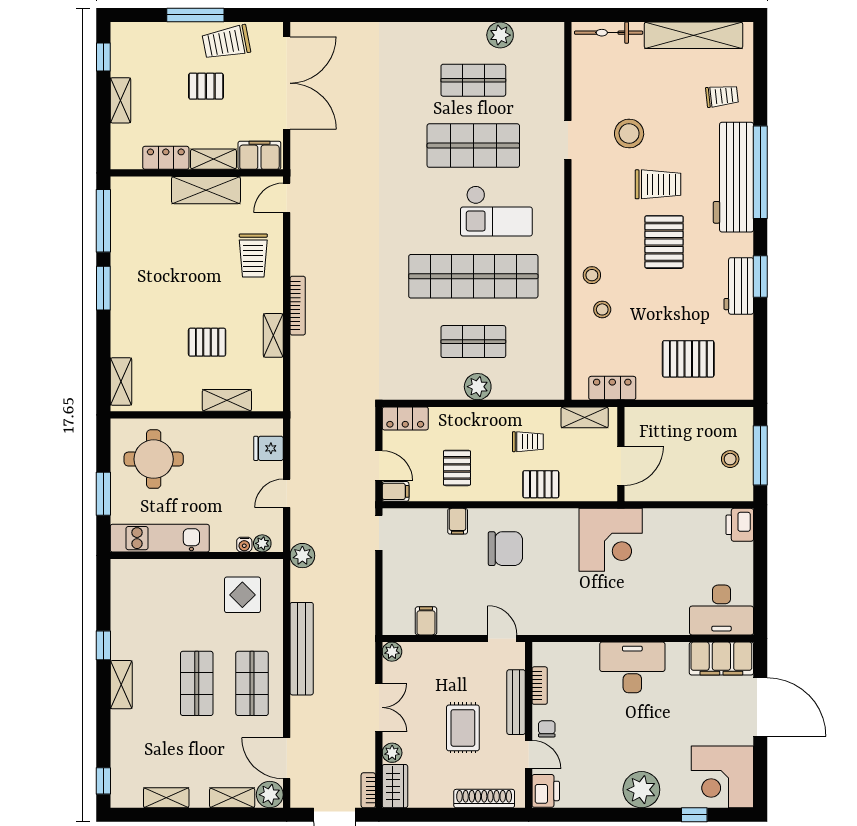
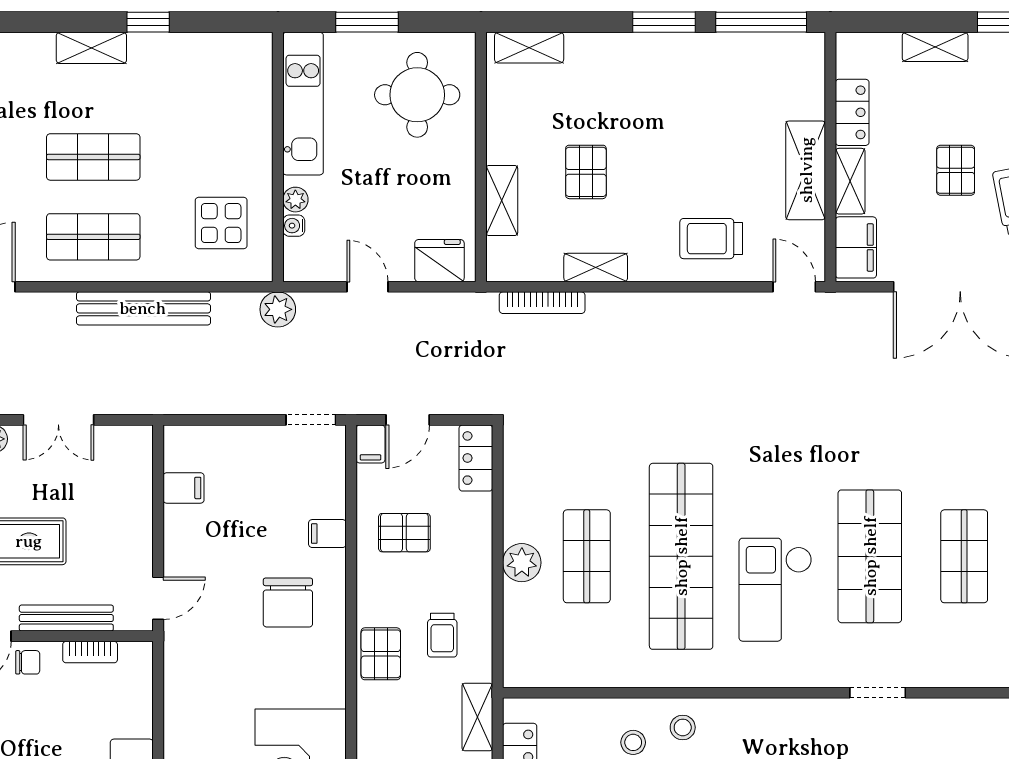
bookcase: (298, 306) -> (542, 303), moved
fridge: (269, 448) -> (439, 261), width x1.38
plant: (262, 543) -> (295, 200), moved
plant: (392, 652) -> (139, 439), removed

